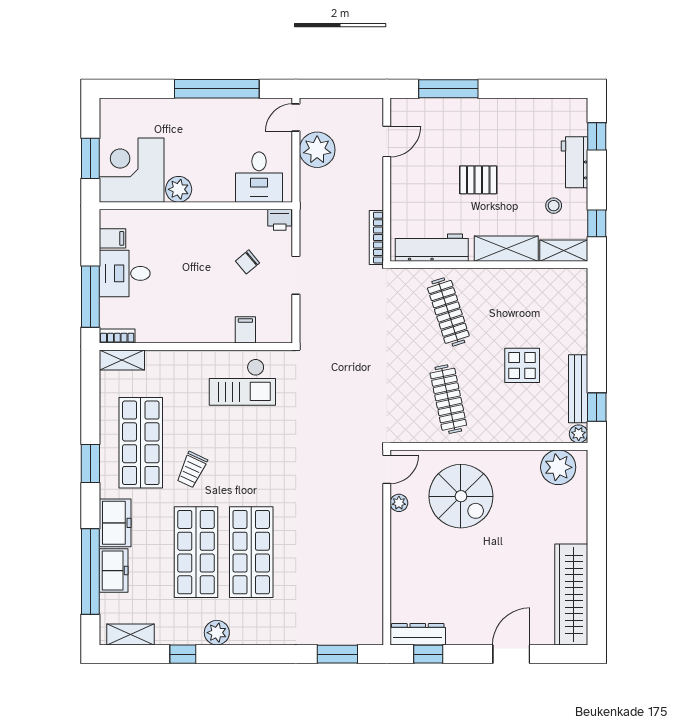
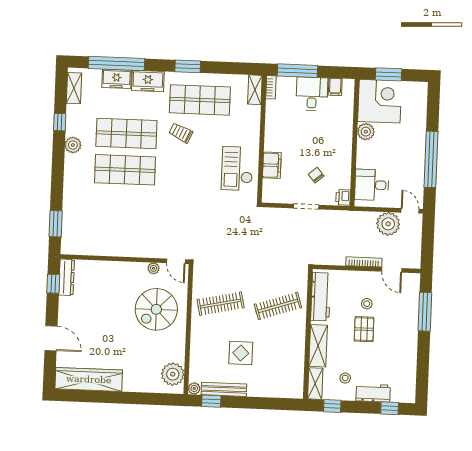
stool: (440, 177) -> (367, 304), added
bookcase: (376, 238) -> (364, 262), moved
filing cabinet: (245, 330) -> (272, 165), width x2.00

